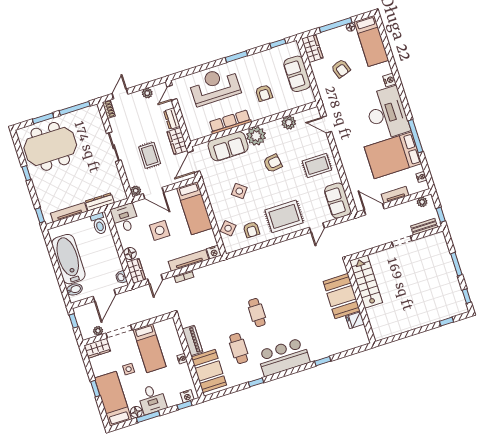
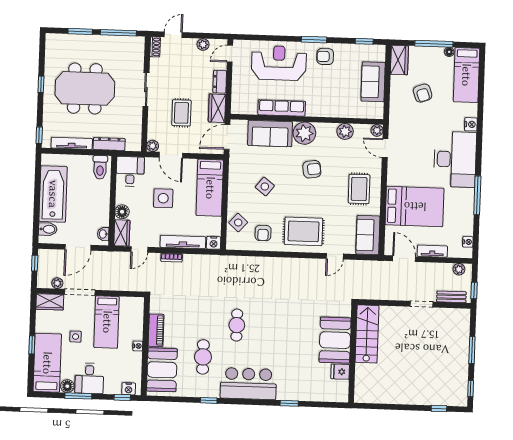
armchair: (264, 93) -> (325, 56), moved, turned 90
plant: (314, 112) -> (377, 130), added
meeting table: (50, 146) -> (85, 88), moved
bed: (393, 155) -> (415, 206), moved, turned 180
rug: (317, 165) -> (359, 189), turned 90

